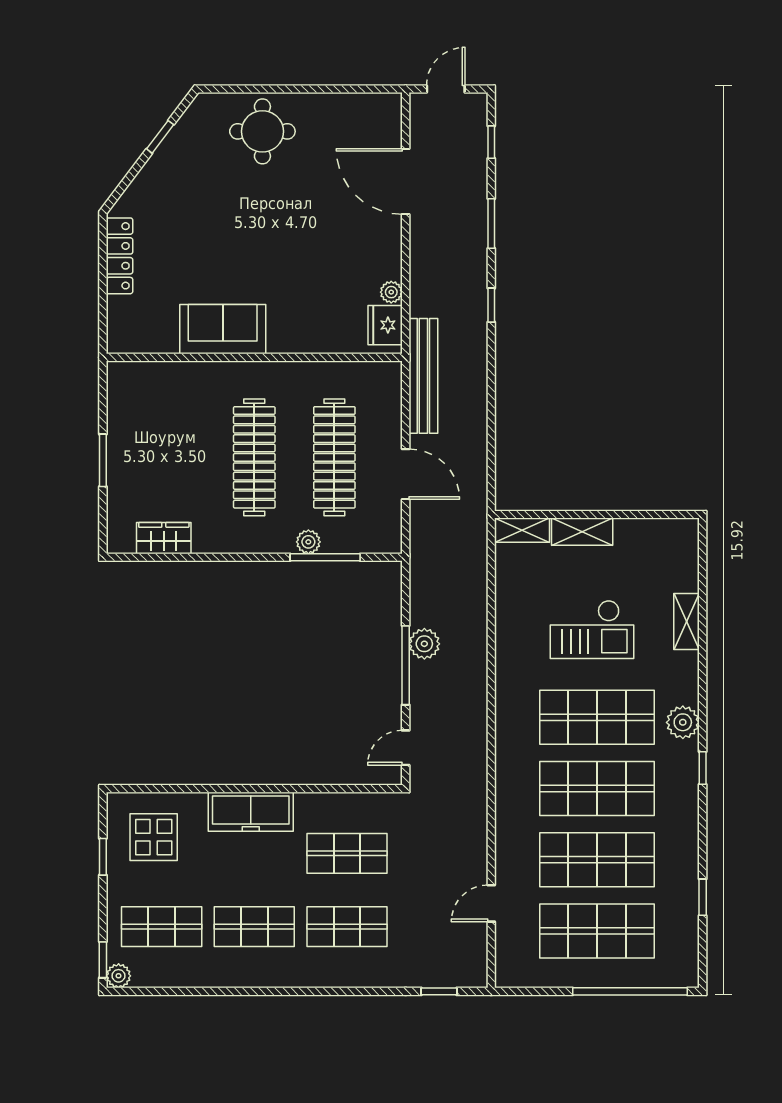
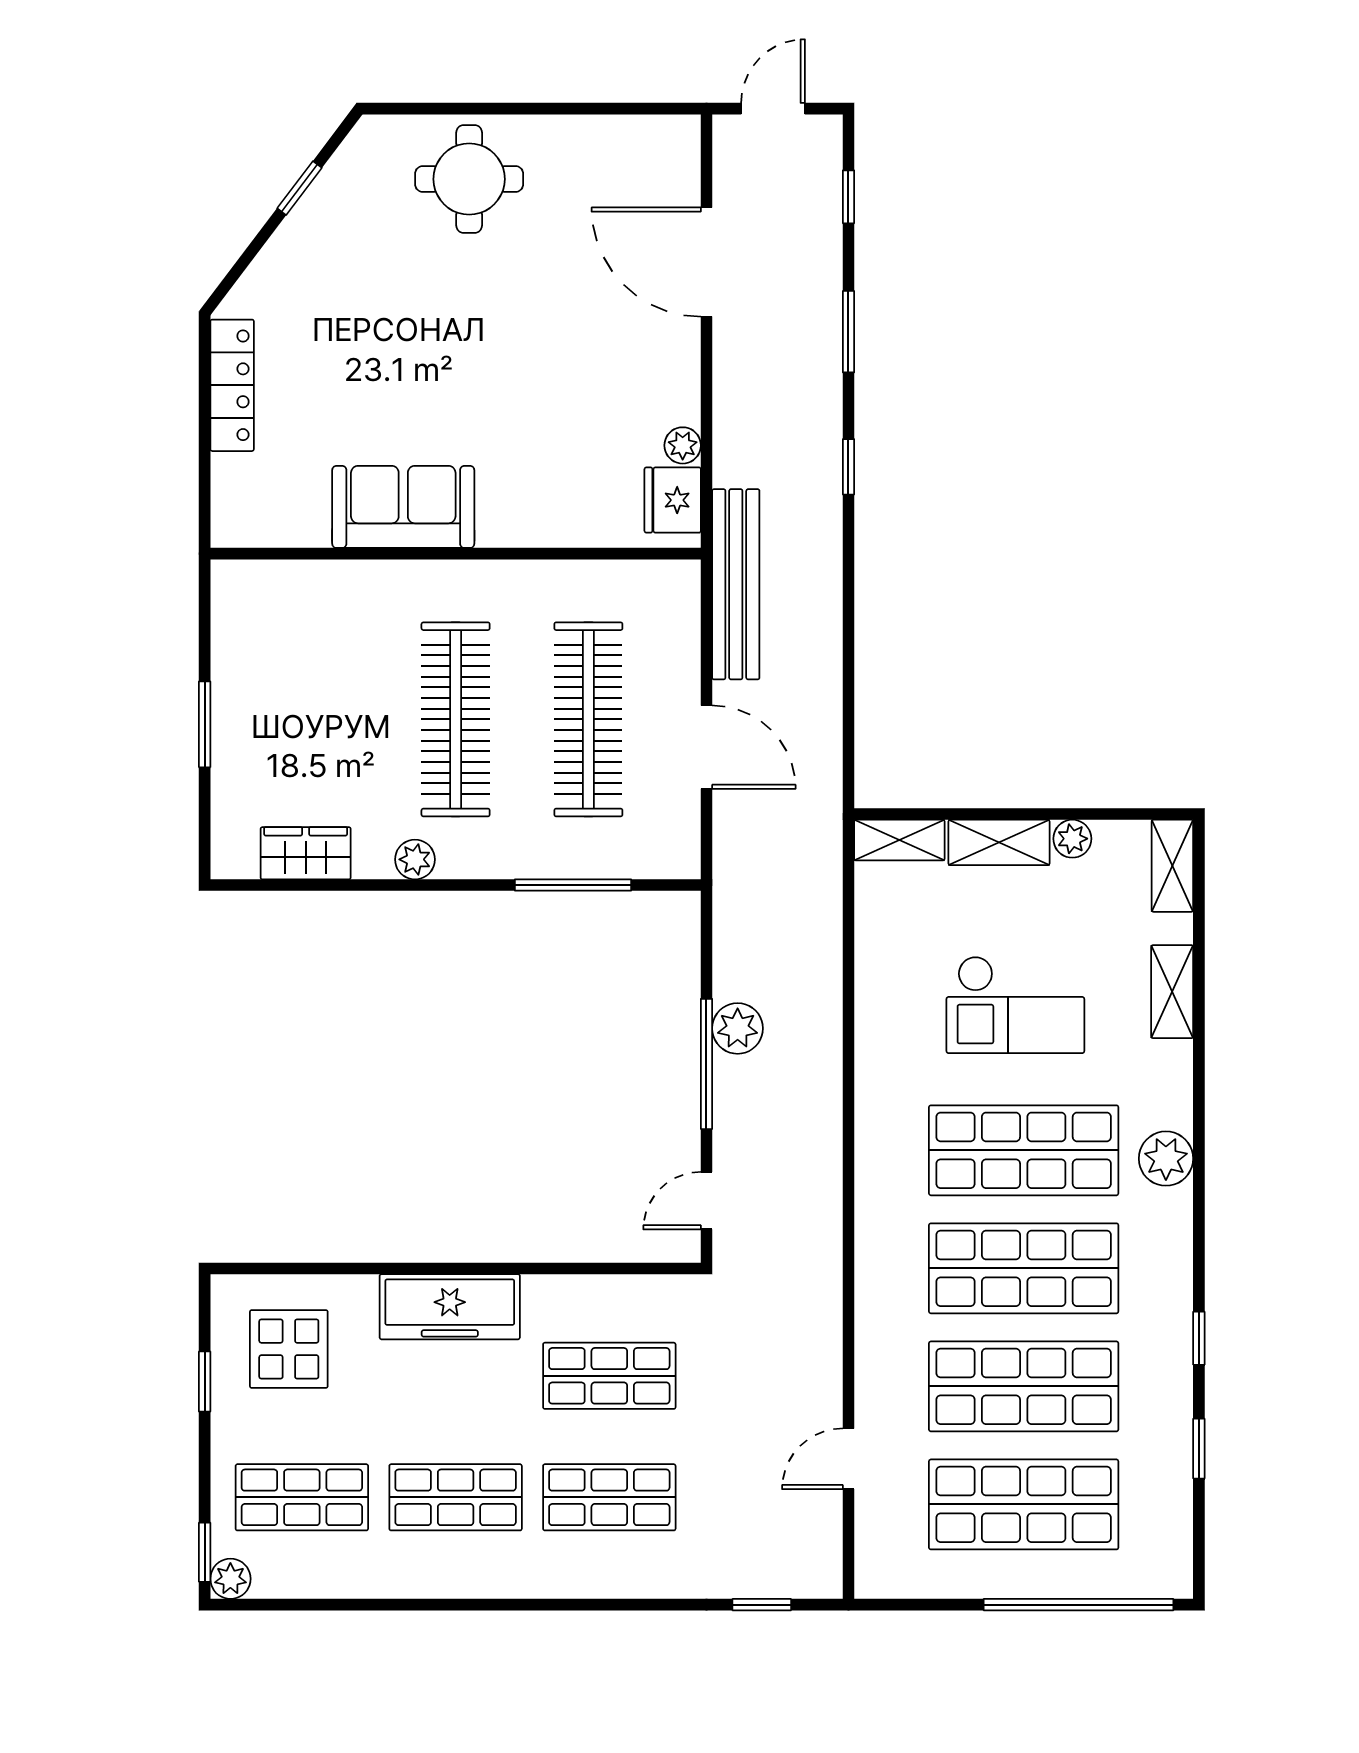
plant: (626, 529) -> (1072, 839), added
plant: (308, 542) -> (415, 859), moved
shelving: (687, 546) -> (1172, 866), added
window: (703, 768) -> (1199, 1338), moved

